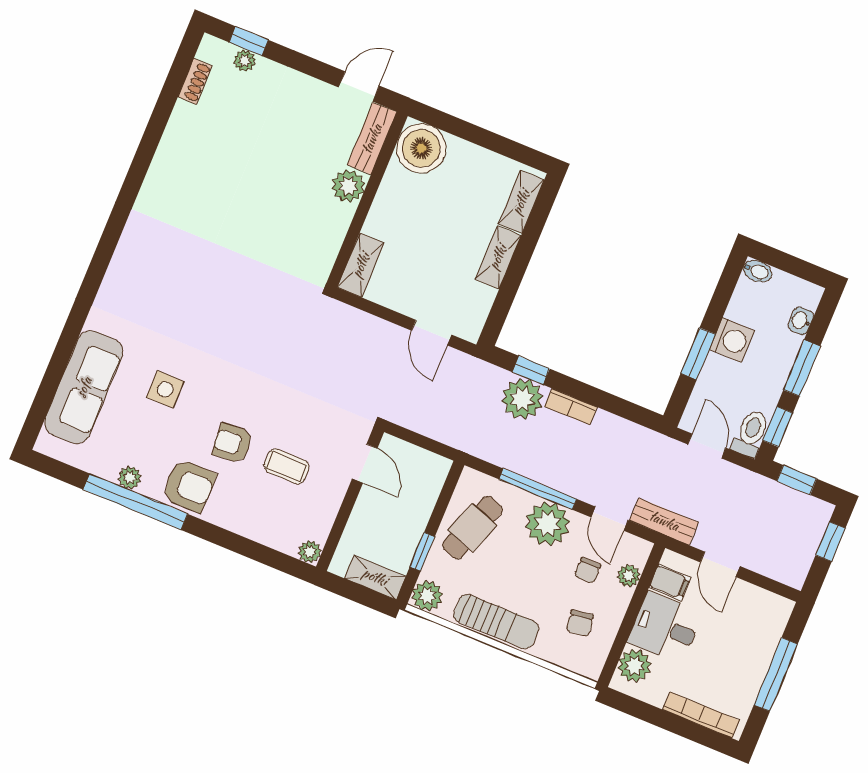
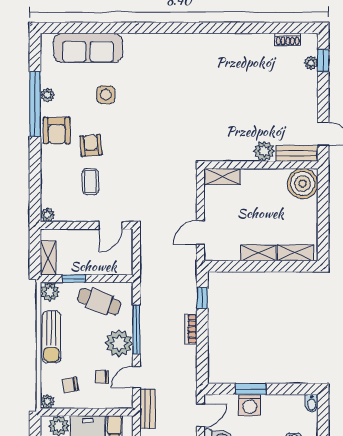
washing machine: (732, 340) -> (250, 405), moved
plant: (522, 399) -> (184, 300), removed
plant: (629, 576) -> (47, 401), moved

